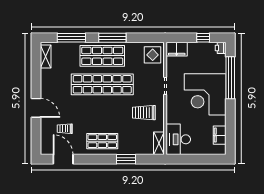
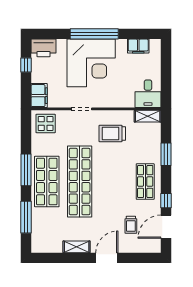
printer: (221, 48) -> (44, 48), width x1.87, depth x1.48
shelving: (46, 57) -> (77, 247), moved
window: (230, 78) -> (94, 34), moved
trolley: (144, 113) -> (112, 133), turned 90
desk: (178, 139) -> (148, 94), width x0.73
window: (86, 159) -> (166, 201), added

